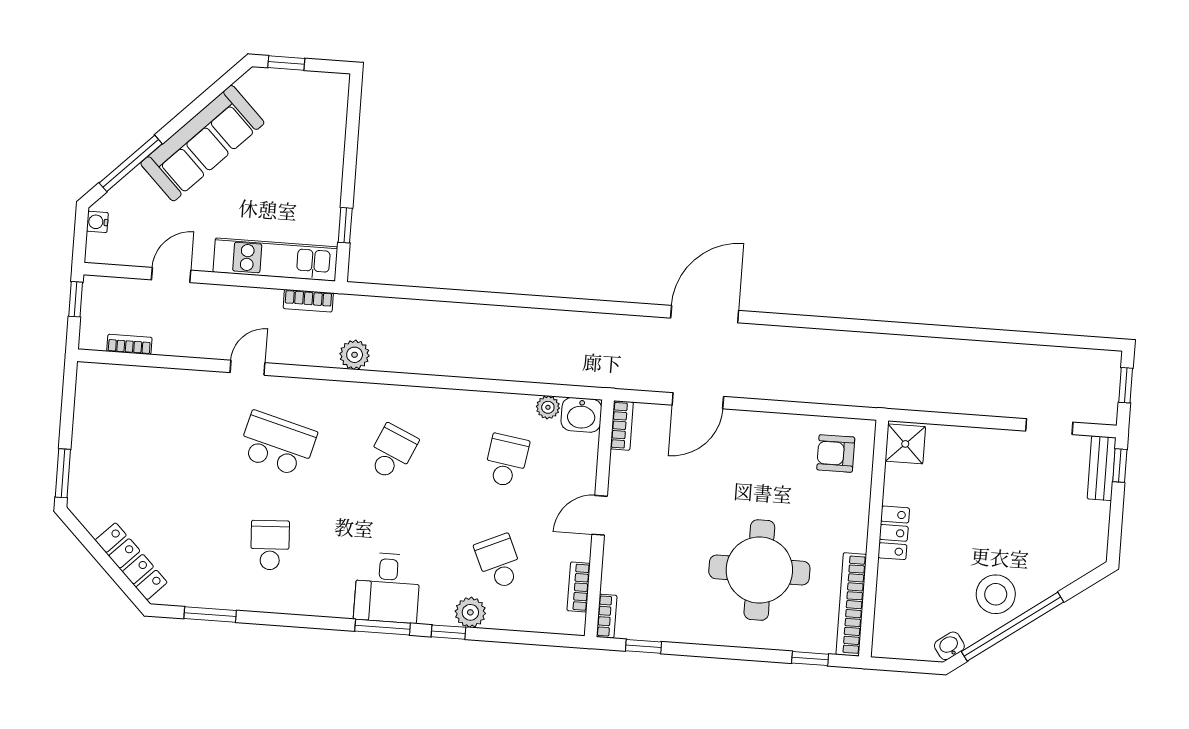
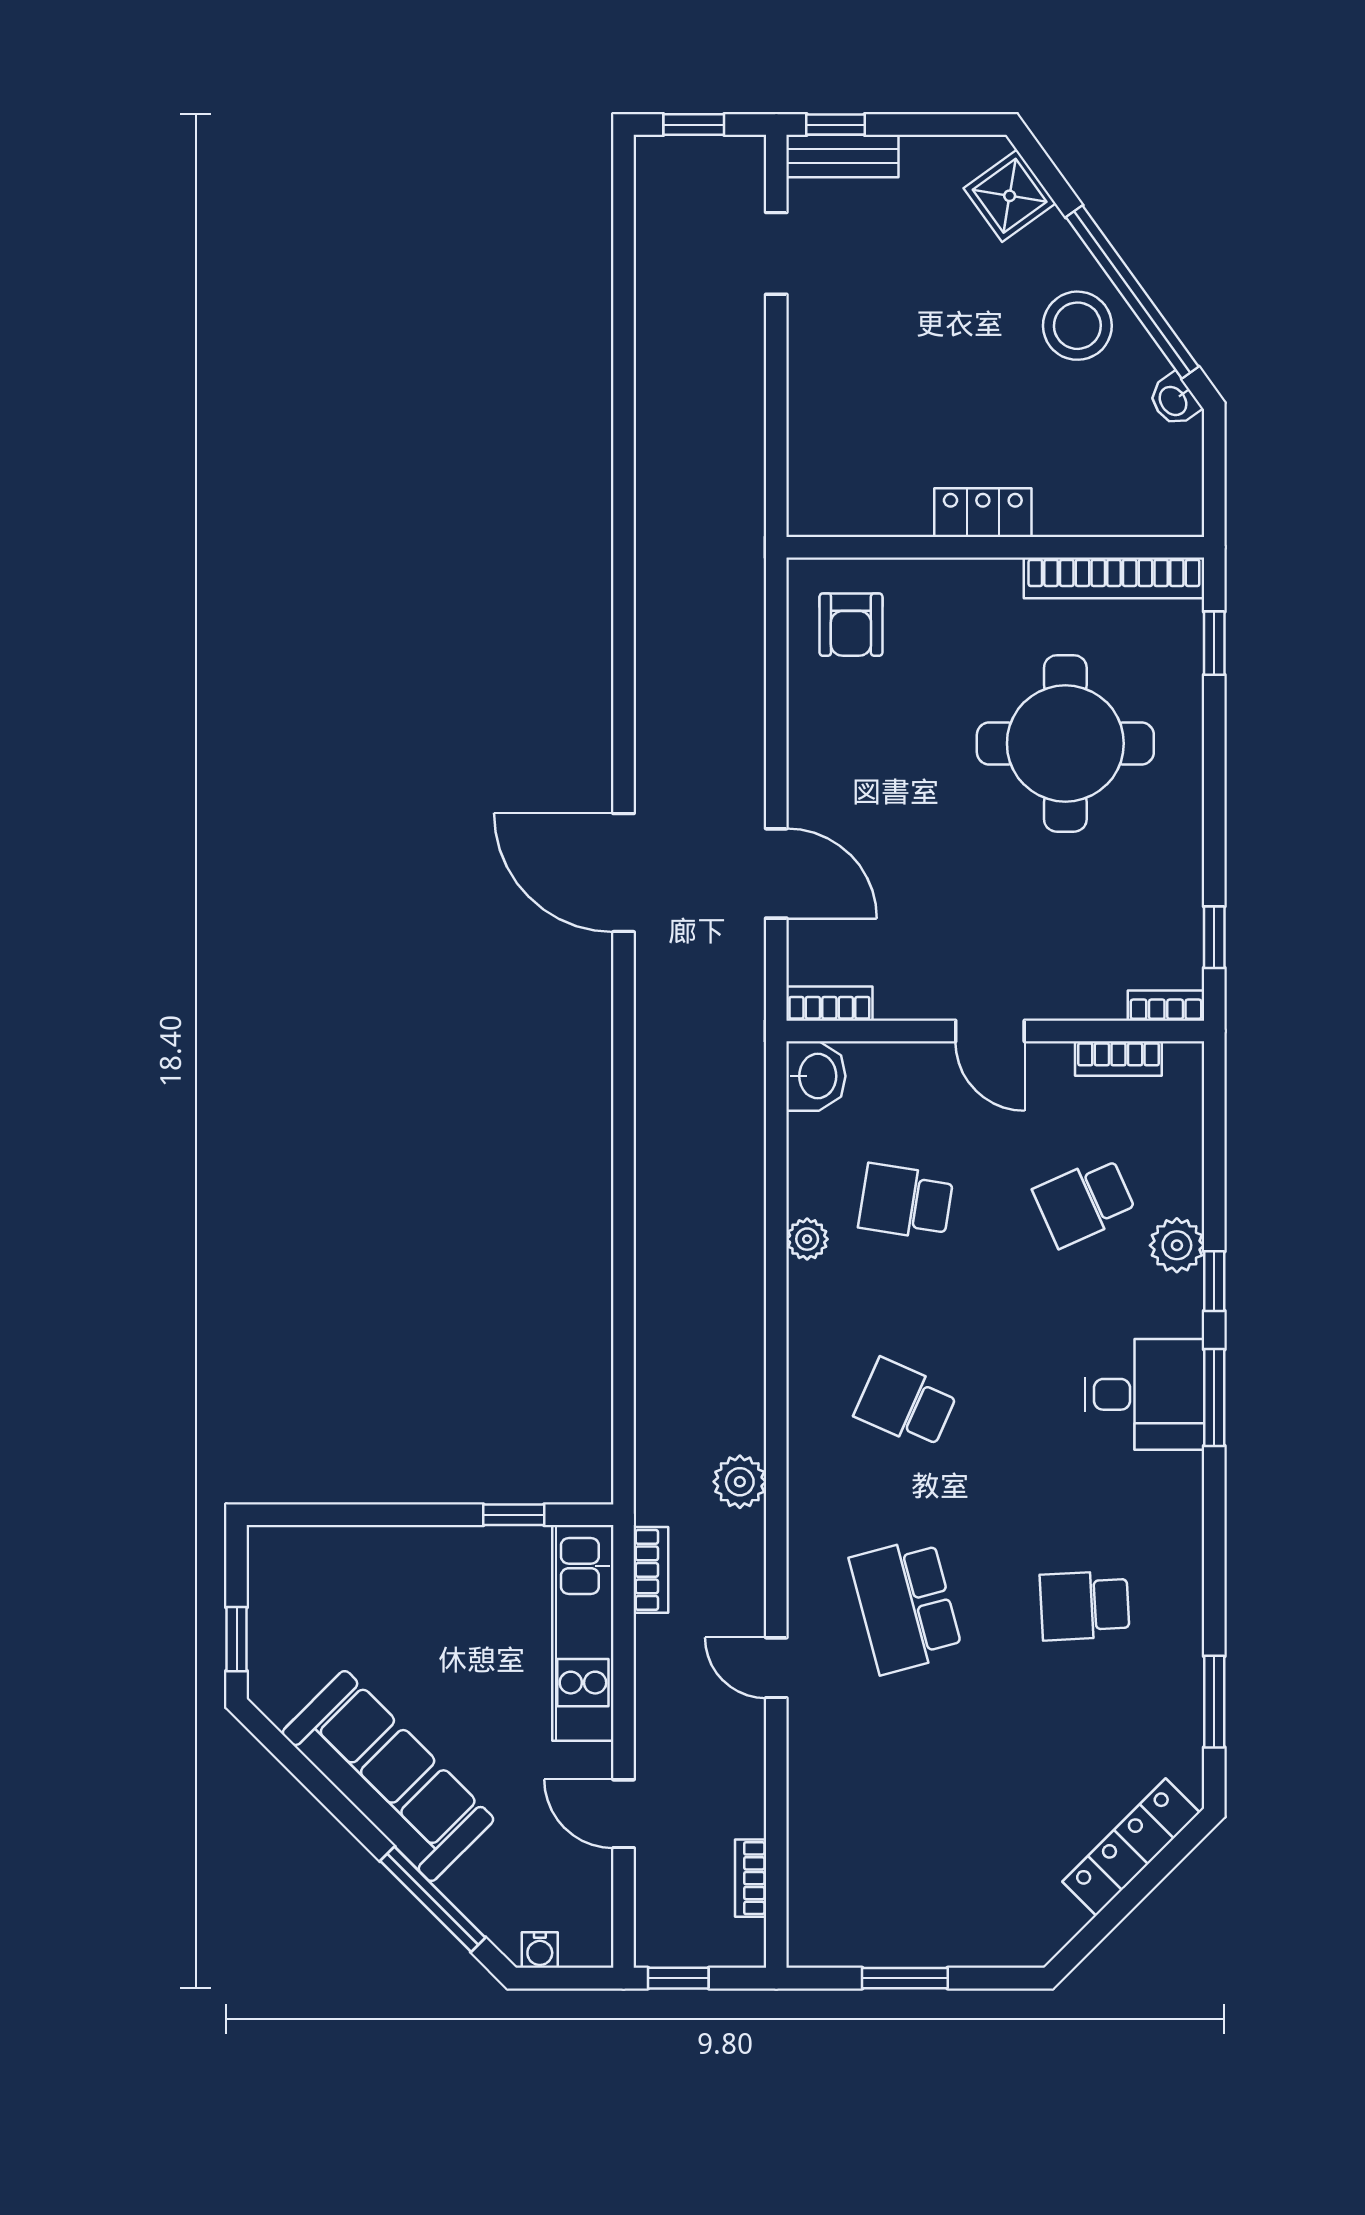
plant: (548, 407) -> (807, 1239), moved
school desk: (277, 444) -> (906, 1606), turned -30
shower: (905, 444) -> (1010, 196), moved, turned -36
window: (63, 473) -> (905, 1978), moved

